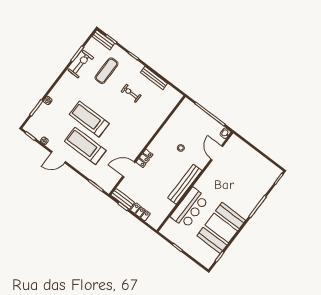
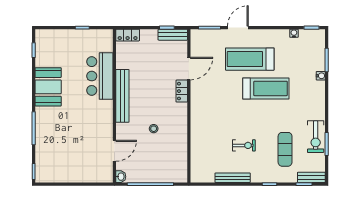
treadmill: (85, 146) -> (250, 59), turned 180
door: (217, 153) -> (114, 151), hinge flipped
door: (58, 157) -> (238, 28), moved
locker: (140, 212) -> (128, 35), moved
booth: (221, 228) -> (48, 87), width x0.73, depth x0.70

